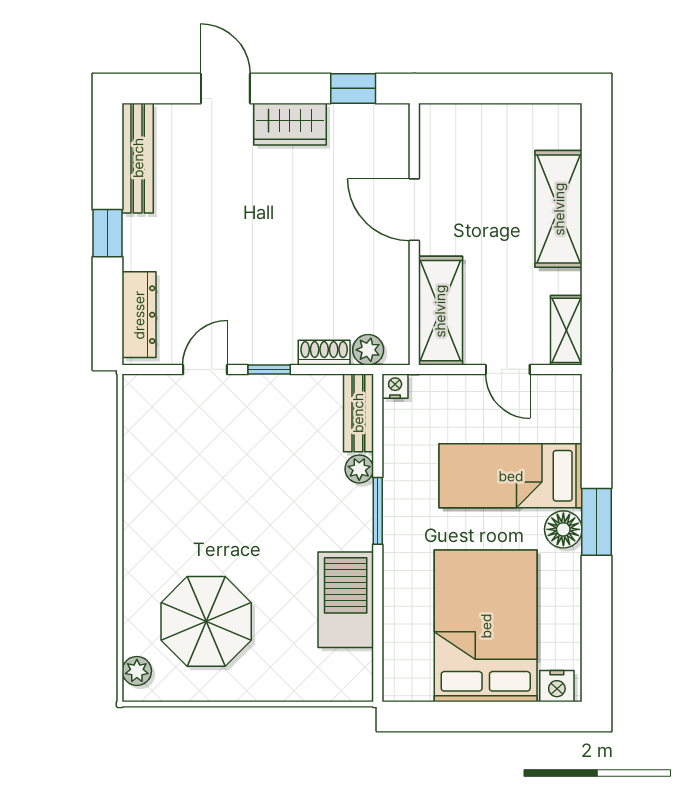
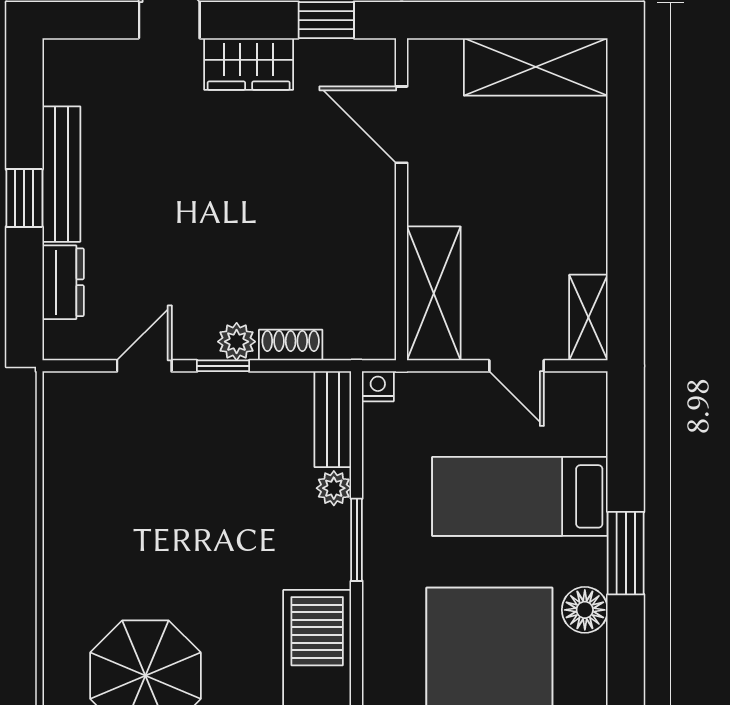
bench: (138, 158) -> (61, 174), moved
shelving: (559, 209) -> (536, 67), moved, turned 90
door: (414, 210) -> (402, 125), moved
dresser: (139, 315) -> (63, 282), width x0.70
plant: (368, 350) -> (237, 342), moved
floor lamp: (563, 529) -> (585, 610), moved

